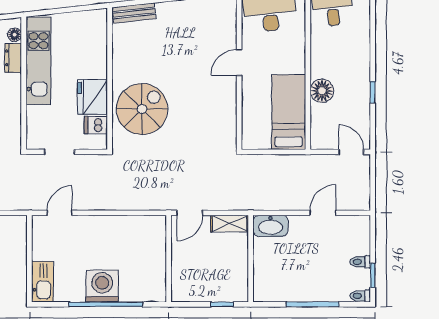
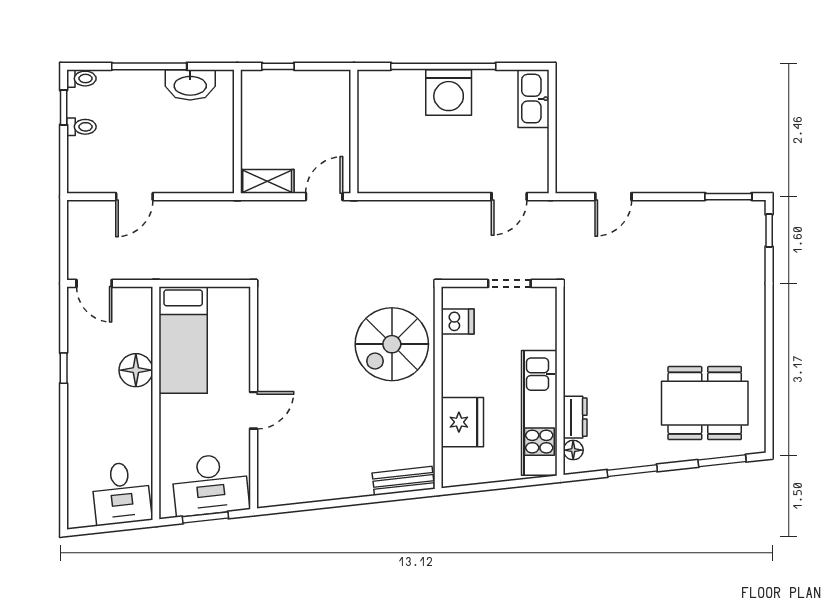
fridge: (92, 97) -> (462, 422), moved
washbasin: (270, 226) -> (190, 85), moved, turned 180

